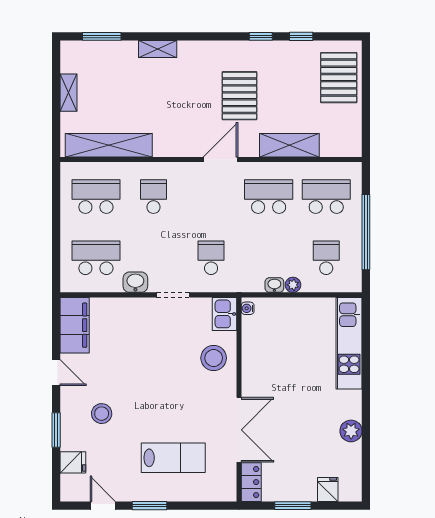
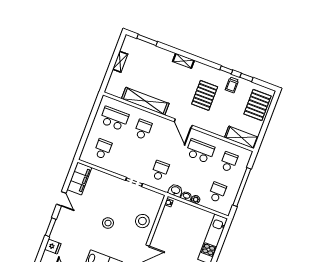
shelving: (158, 49) -> (184, 61), moved
trolley: (281, 59) -> (232, 85), added
shelving: (109, 145) -> (145, 101), moved
shelving: (289, 145) -> (241, 137), moved
door: (220, 159) -> (183, 124), swing flipped
school desk: (326, 197) -> (229, 162), width x0.54
school desk: (96, 258) -> (103, 149), width x0.54
washbasin: (135, 282) -> (175, 190), moved
kitchen sink: (224, 314) -> (156, 201), removed
stool: (102, 414) -> (108, 223), moved

